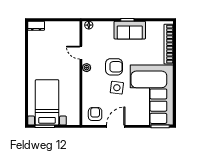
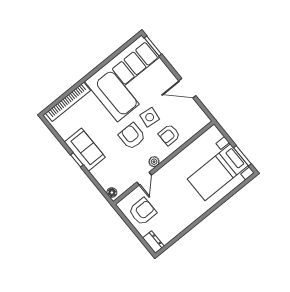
armchair: (61, 35) -> (142, 211), added
armchair: (95, 114) -> (169, 135), moved

